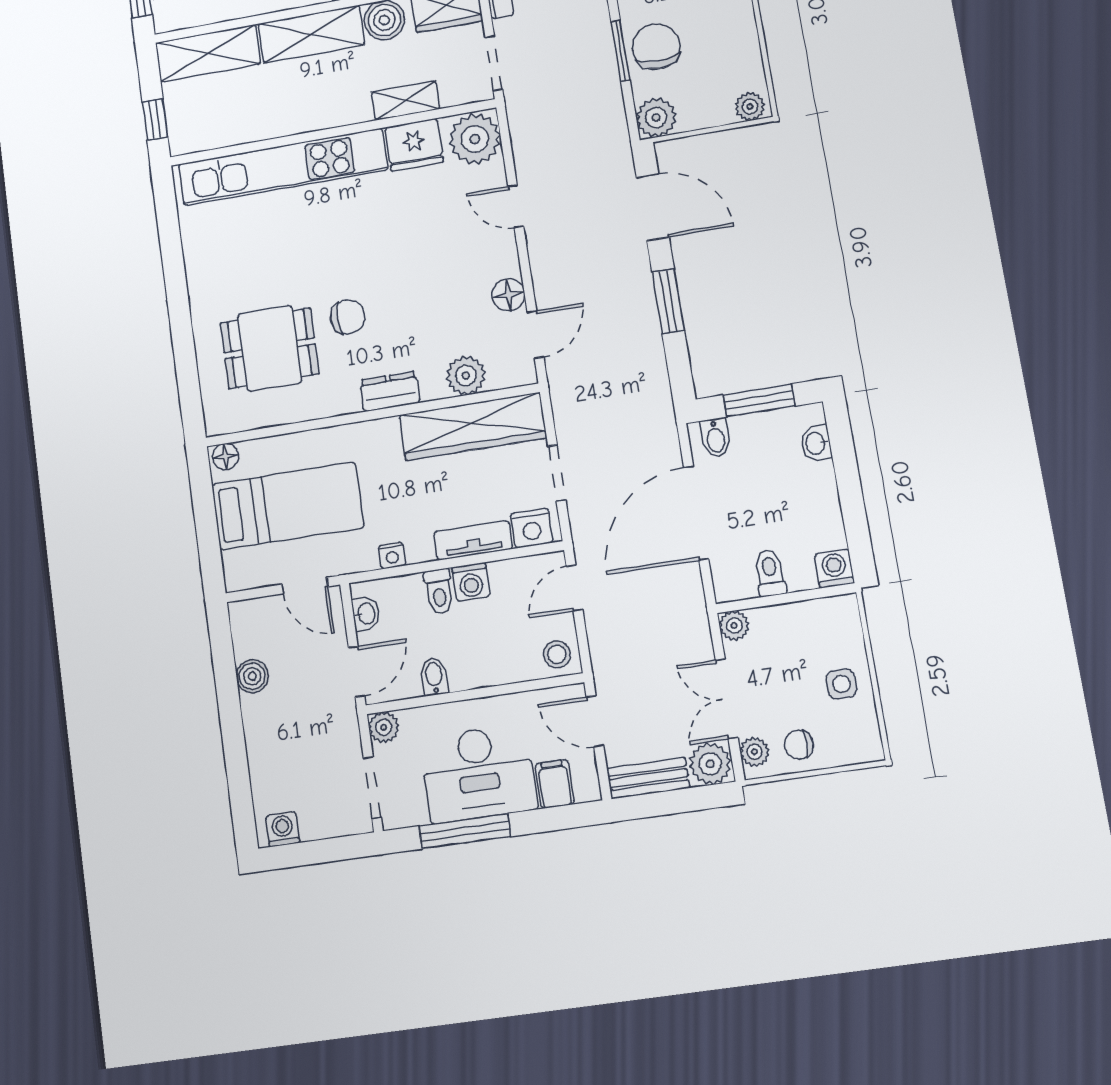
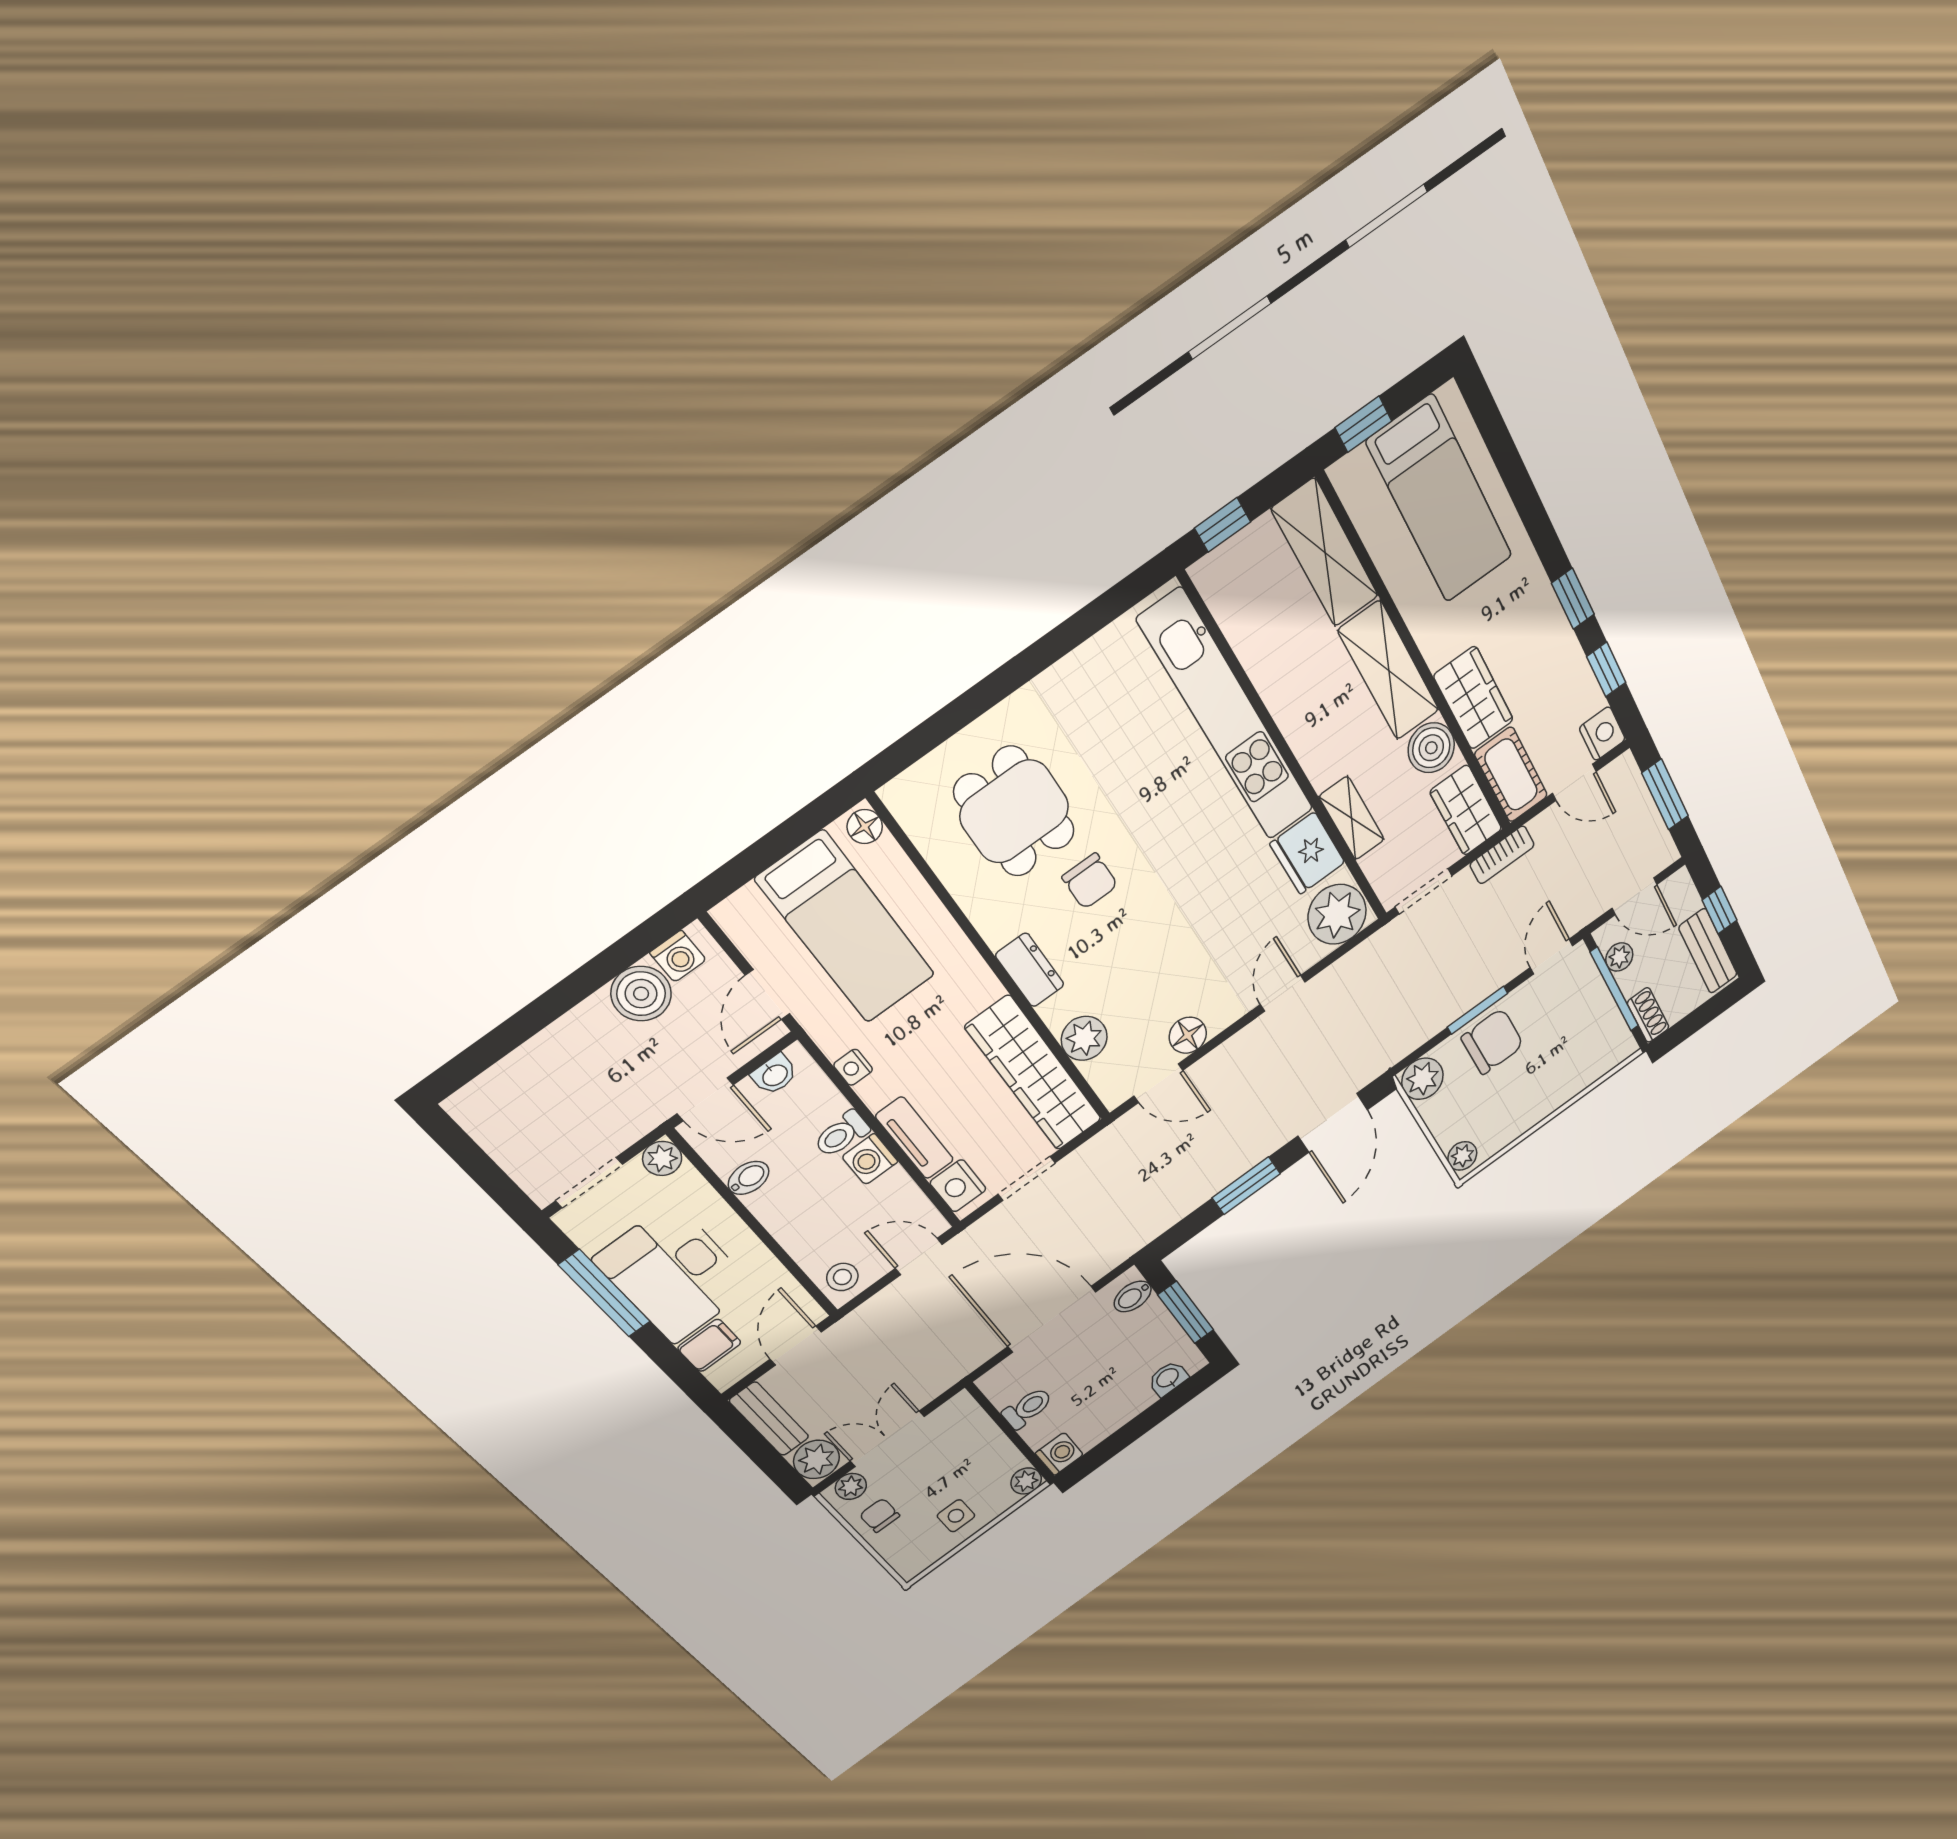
plant: (734, 626) -> (1026, 1481), moved
boiler: (252, 676) -> (641, 994), width x1.36, depth x1.36
washing machine: (283, 829) -> (678, 956), moved, turned 90

